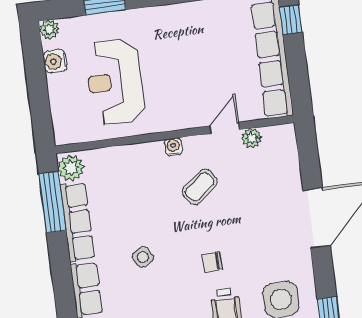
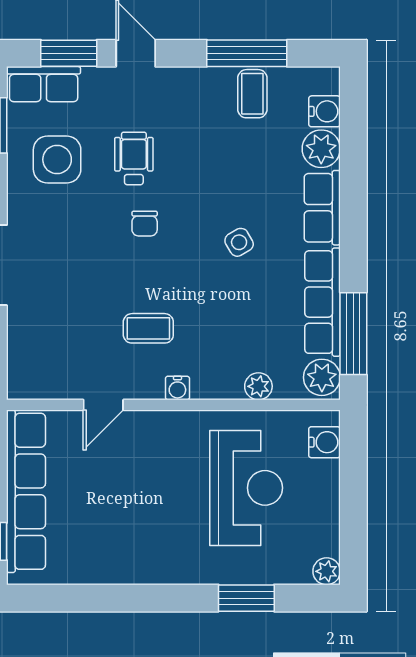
water cooler: (55, 61) -> (324, 442), moved
plant: (252, 138) -> (258, 386), moved
coffee table: (200, 187) -> (148, 328), turned 38
chair: (212, 262) -> (145, 224), turned 92

